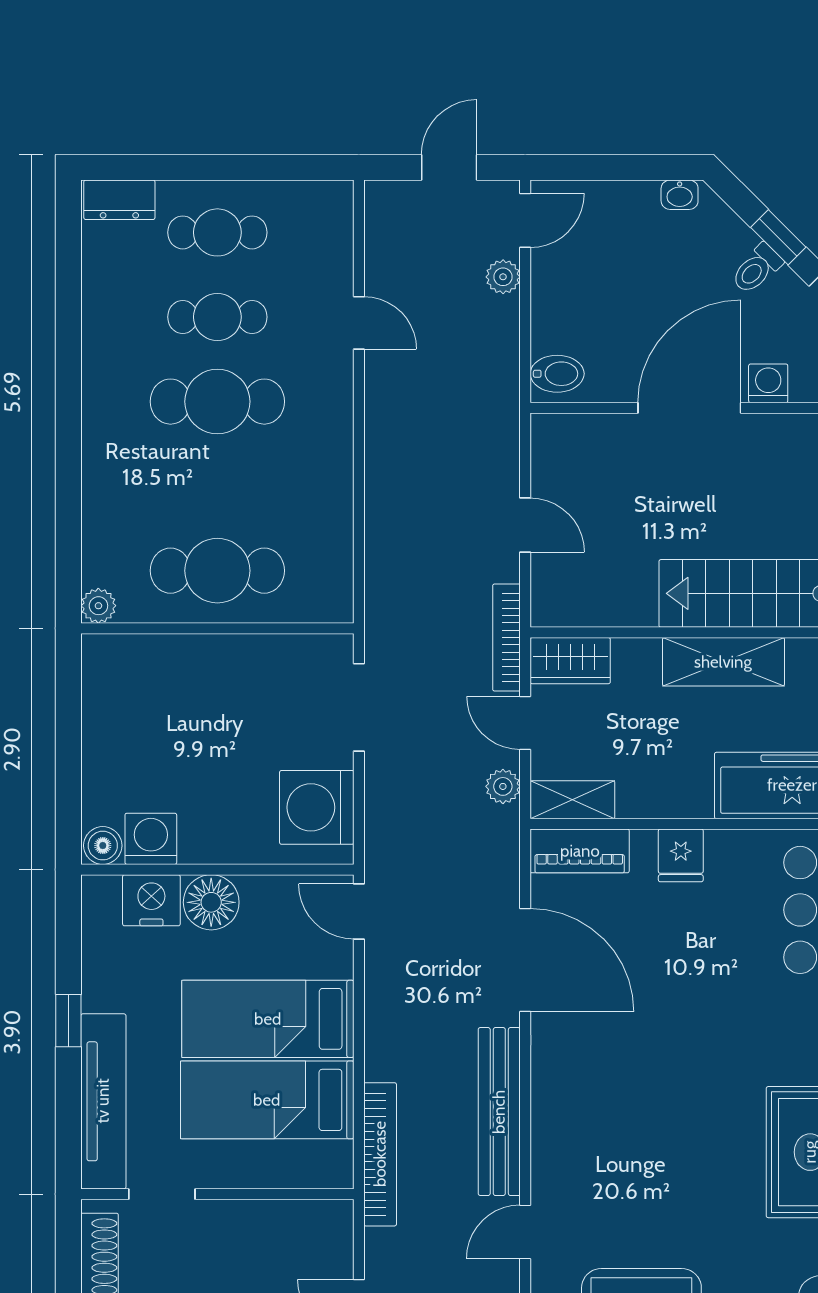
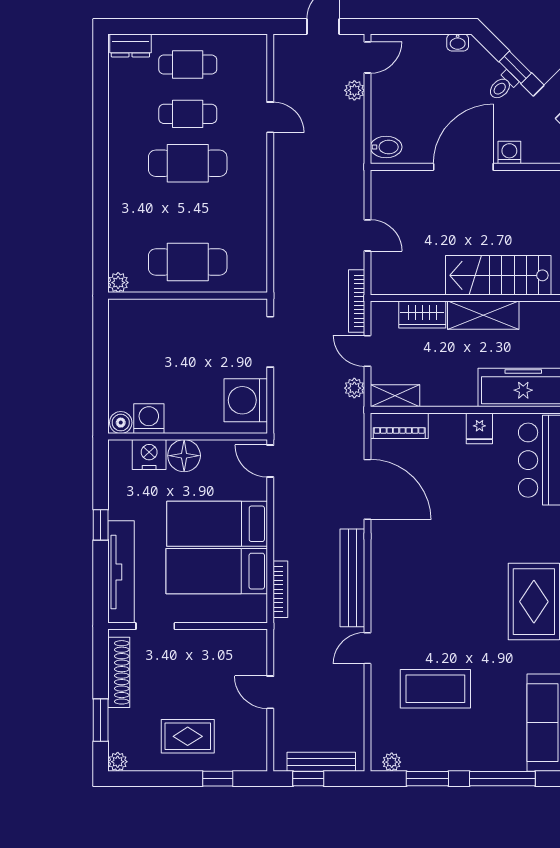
wardrobe: (570, 661) -> (422, 315), moved
fridge: (681, 855) -> (479, 428), moved
bookcase: (380, 1154) -> (280, 589), width x0.68, depth x0.76

